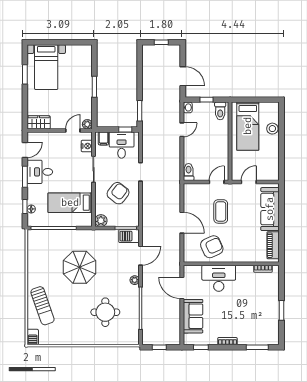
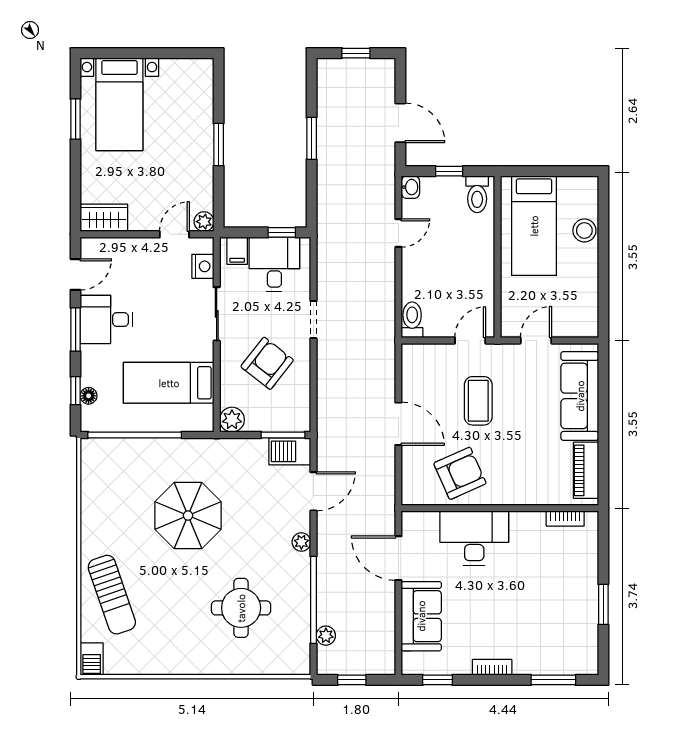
window: (140, 111) -> (312, 138), moved
plant: (147, 326) -> (326, 636), added

